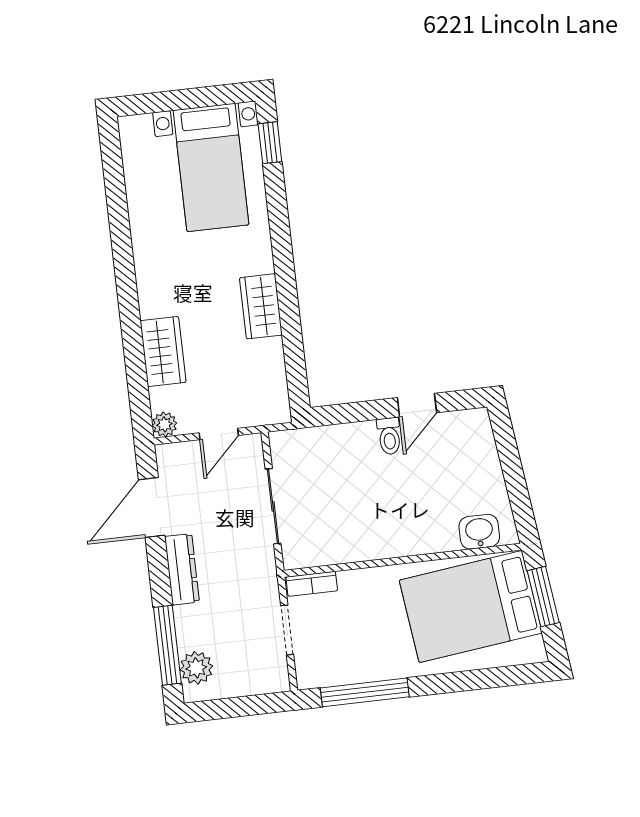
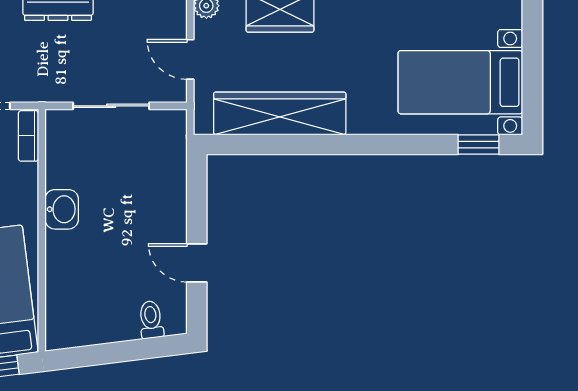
wardrobe: (261, 306) -> (280, 113), width x2.10, depth x1.17
toilet: (389, 436) -> (151, 320), moved, turned 83
washbasin: (479, 532) -> (62, 209), moved

